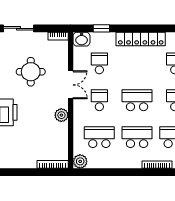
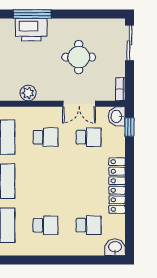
window: (101, 28) -> (129, 127), moved
double door: (71, 85) -> (79, 104), moved
school desk: (137, 100) -> (45, 181), removed

